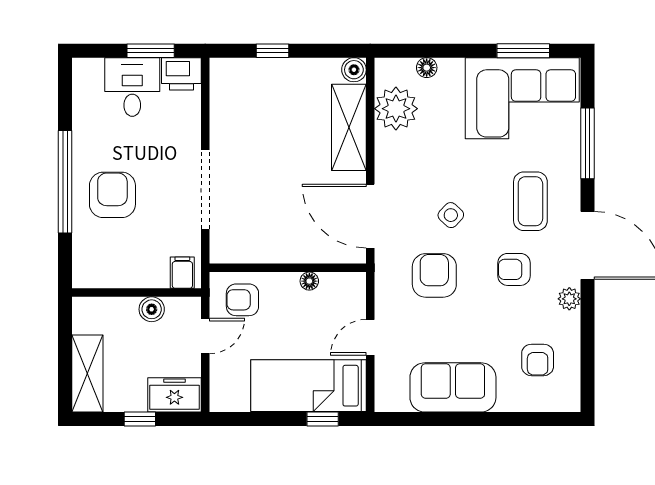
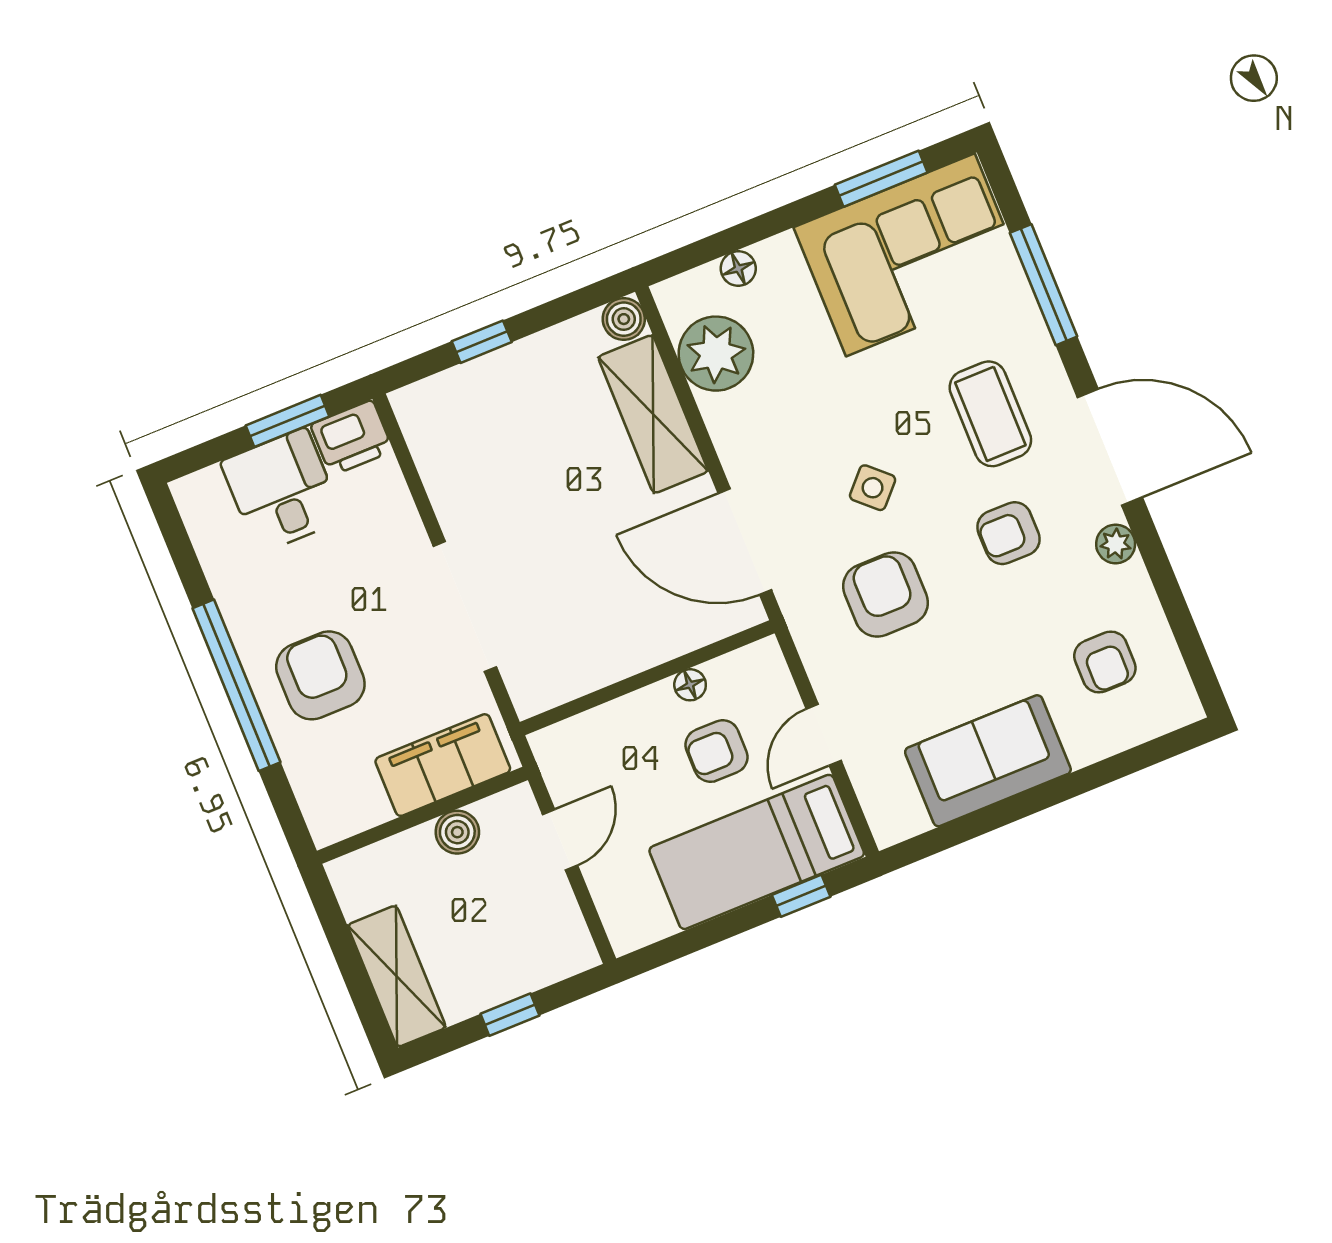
filing cabinet: (182, 273) -> (443, 765), width x3.00, depth x1.17
armchair: (242, 300) -> (717, 751), moved
freezer: (174, 395) -> (549, 954), removed

